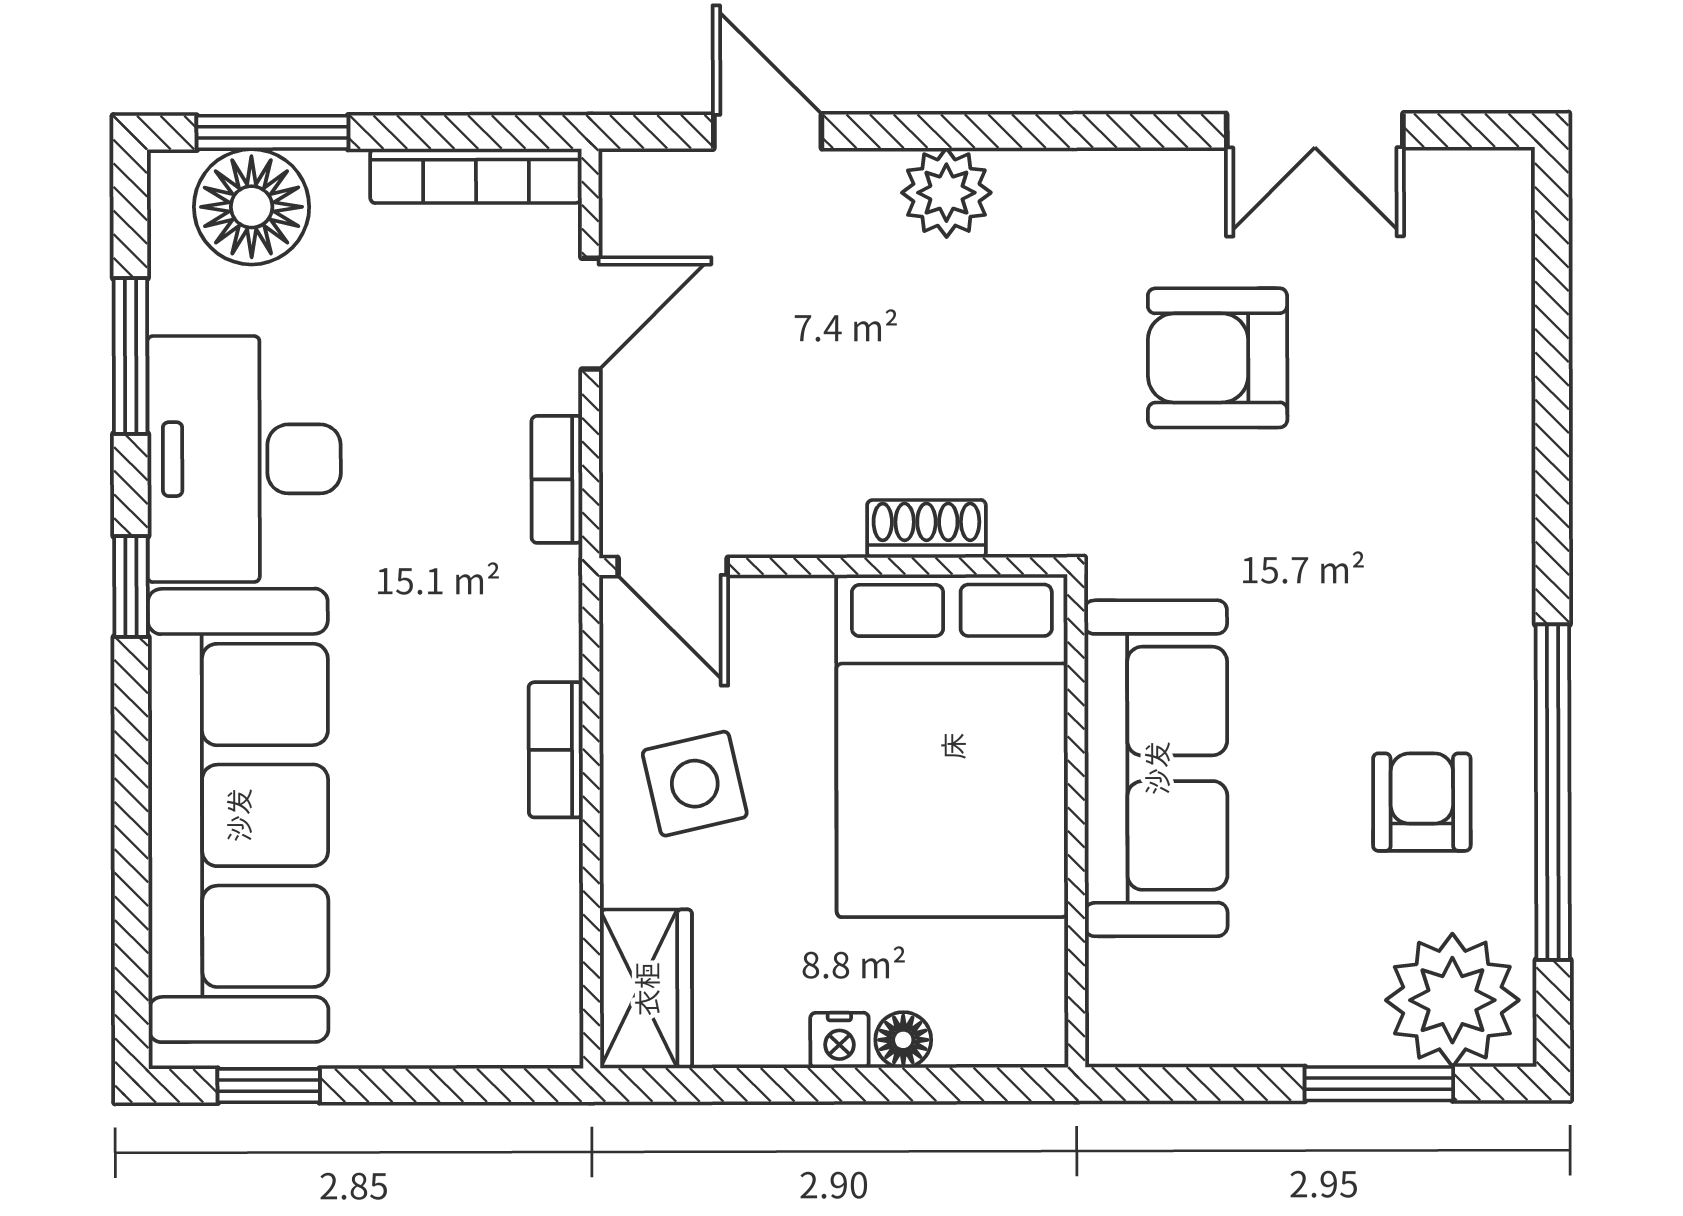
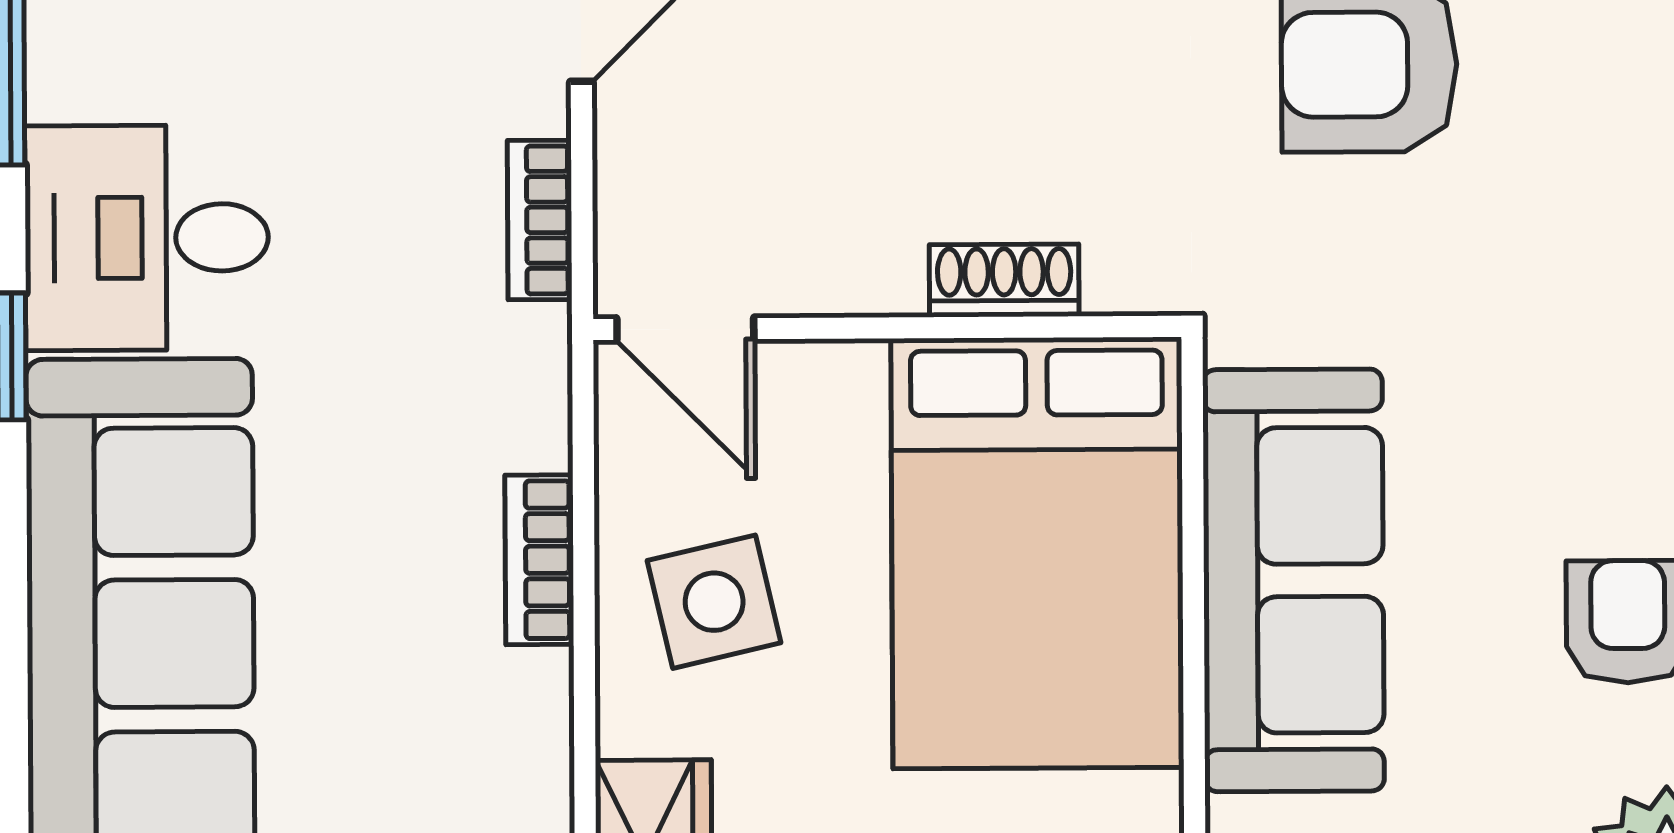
desk: (244, 459) -> (147, 238), width x0.73

